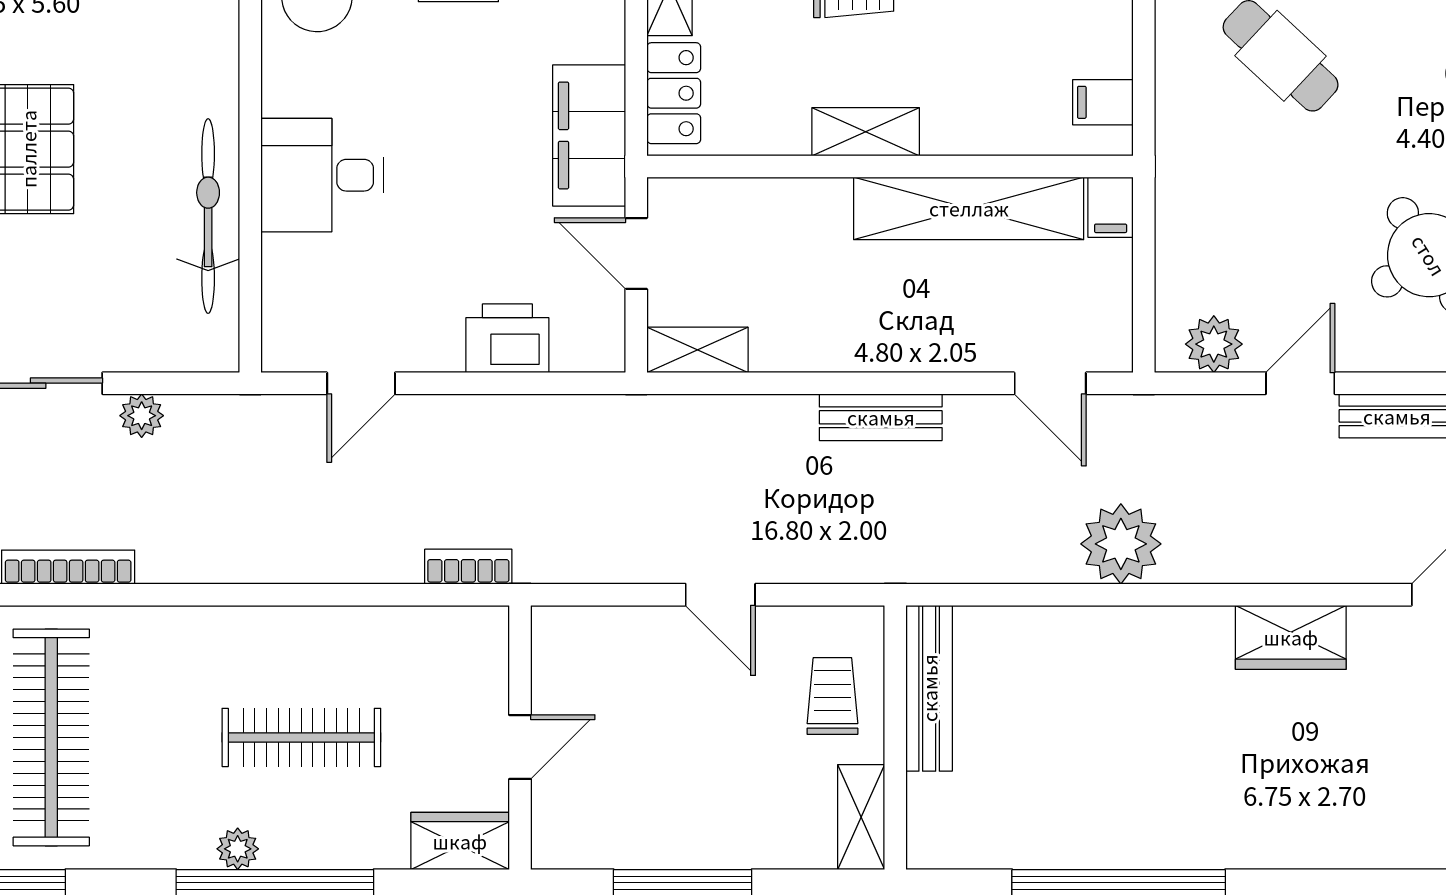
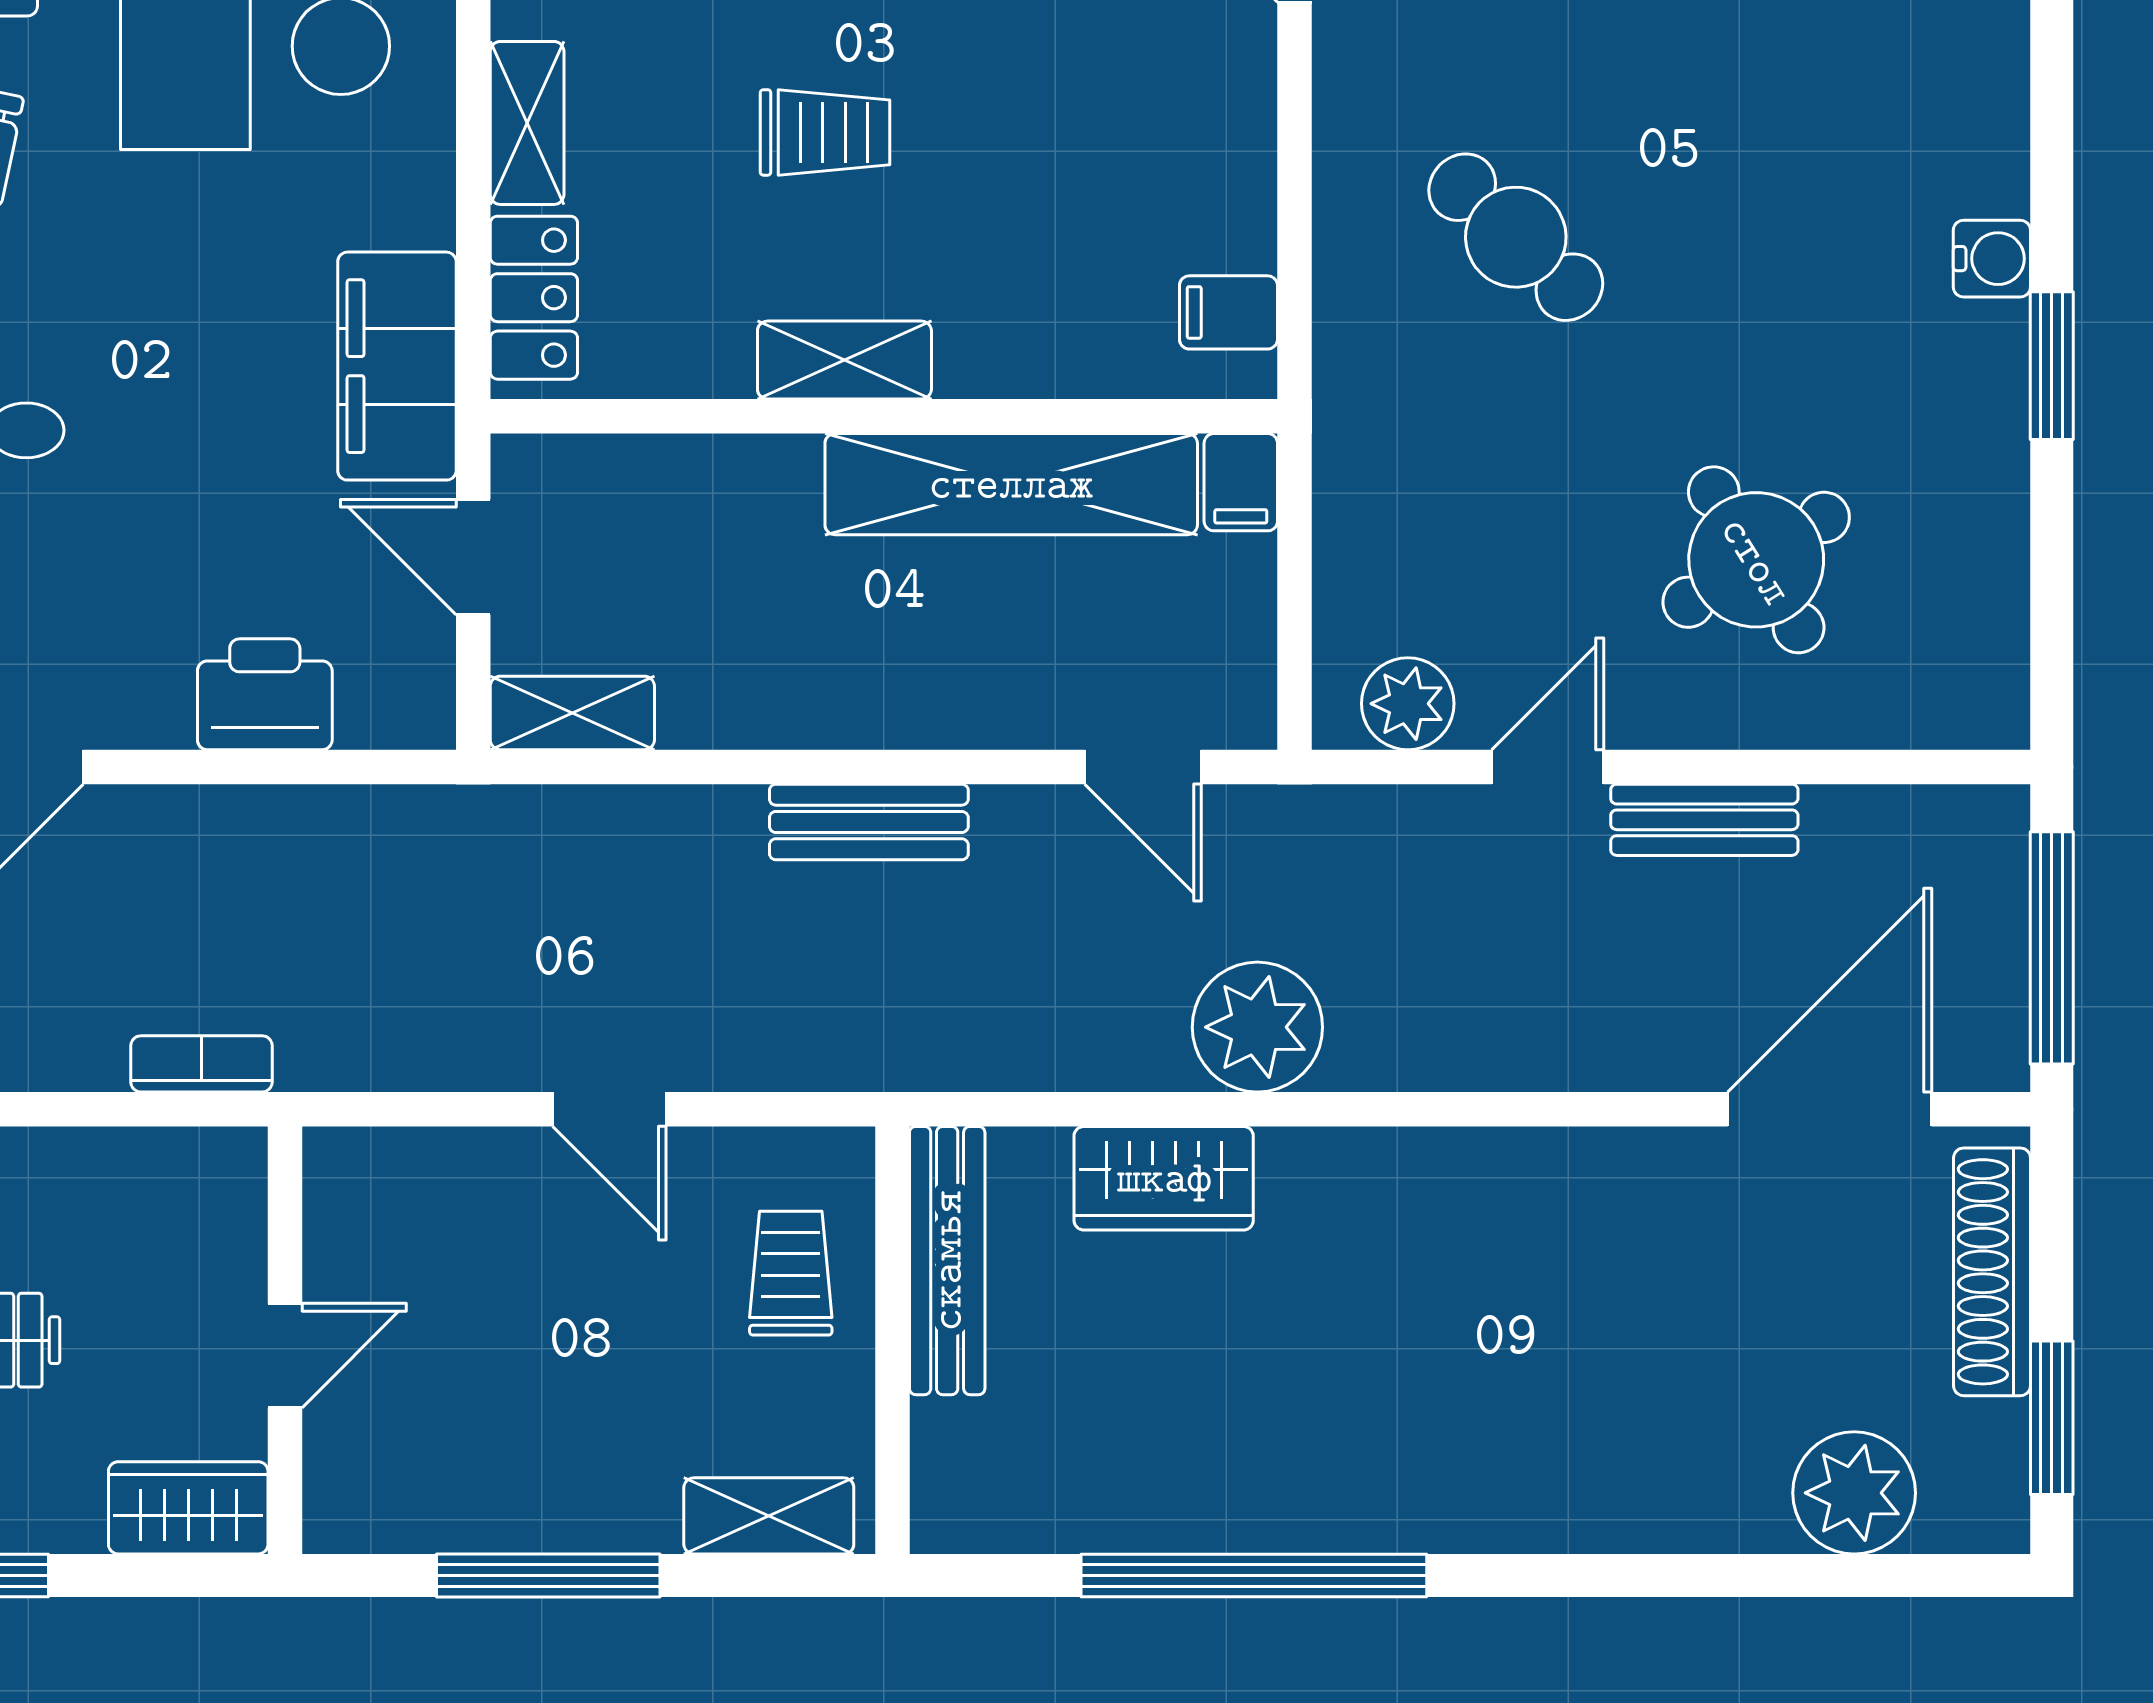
wardrobe: (1291, 637) -> (1164, 1178), moved
shelving: (861, 817) -> (769, 1516), moved, turned 90

